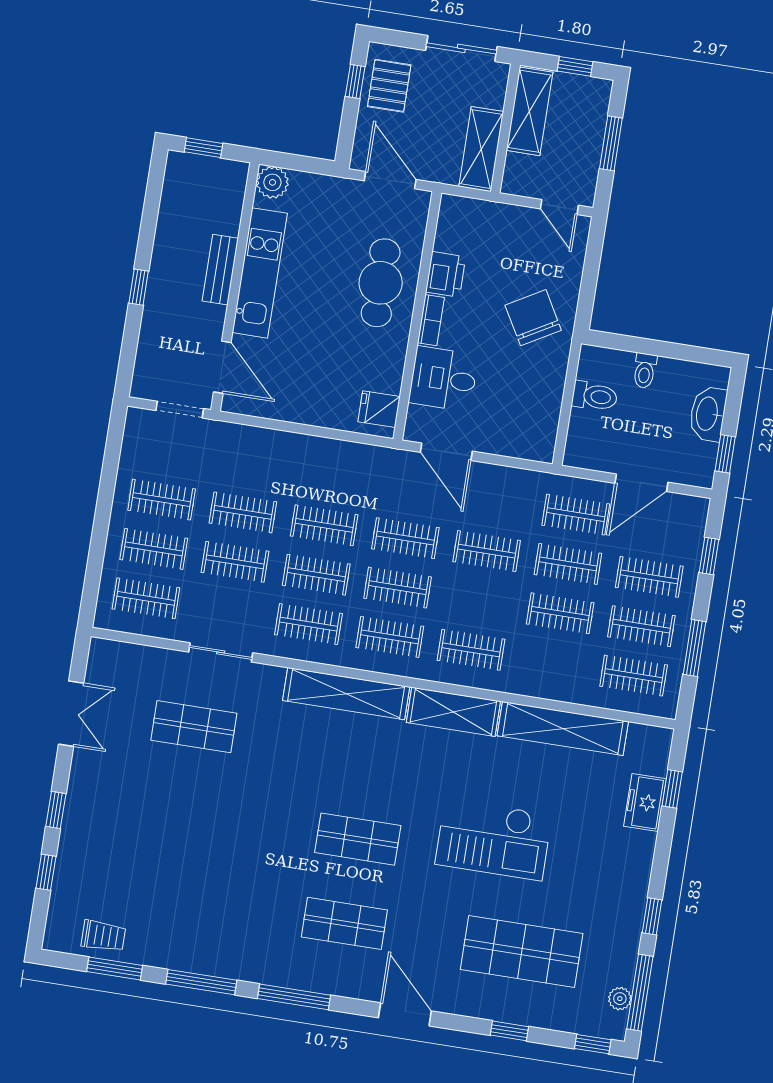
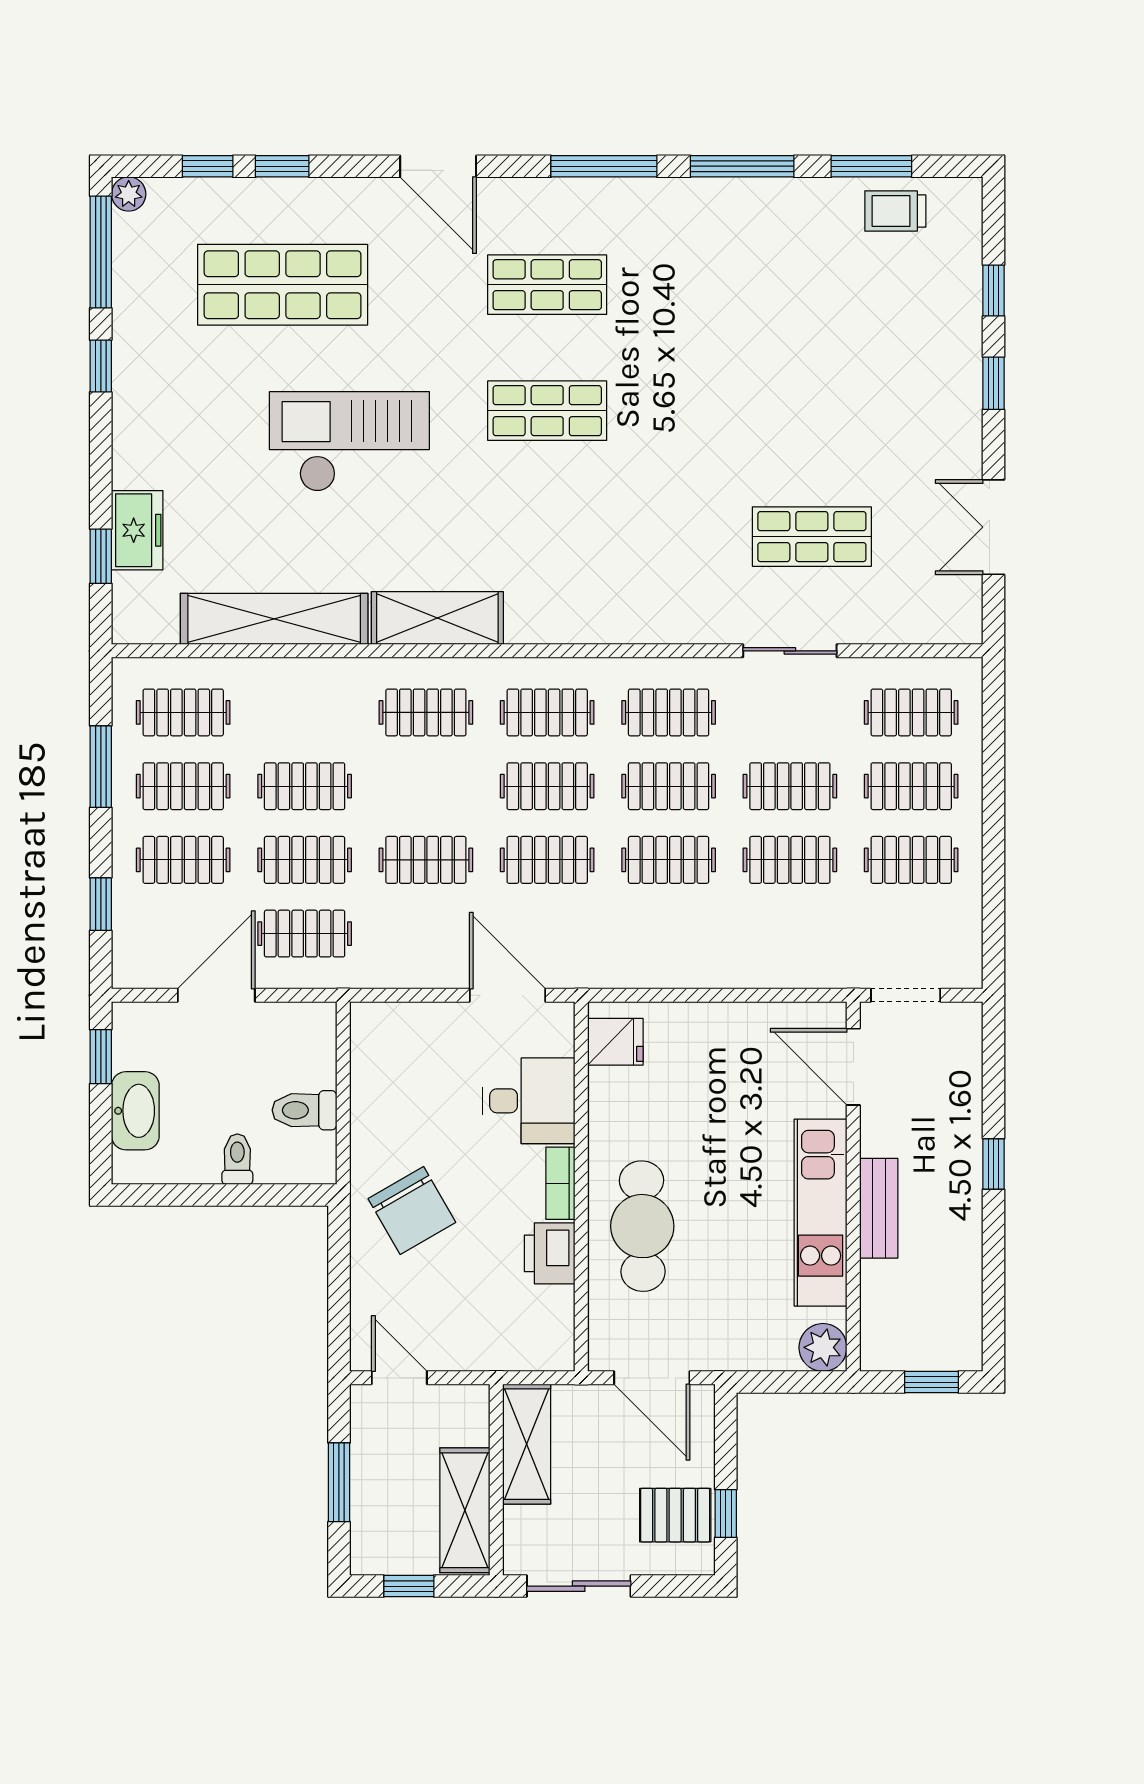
pallet: (389, 86) -> (675, 1515), turned 90
shelving: (346, 694) -> (598, 620), removed
plant: (620, 999) -> (129, 194), moved
window: (593, 1044) -> (208, 166), moved

